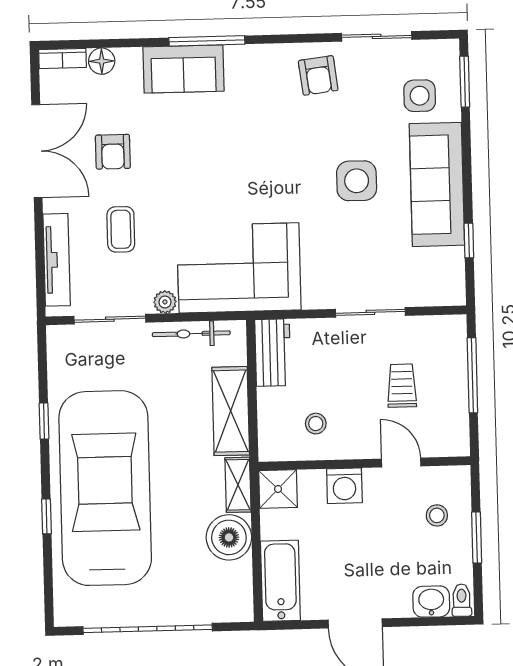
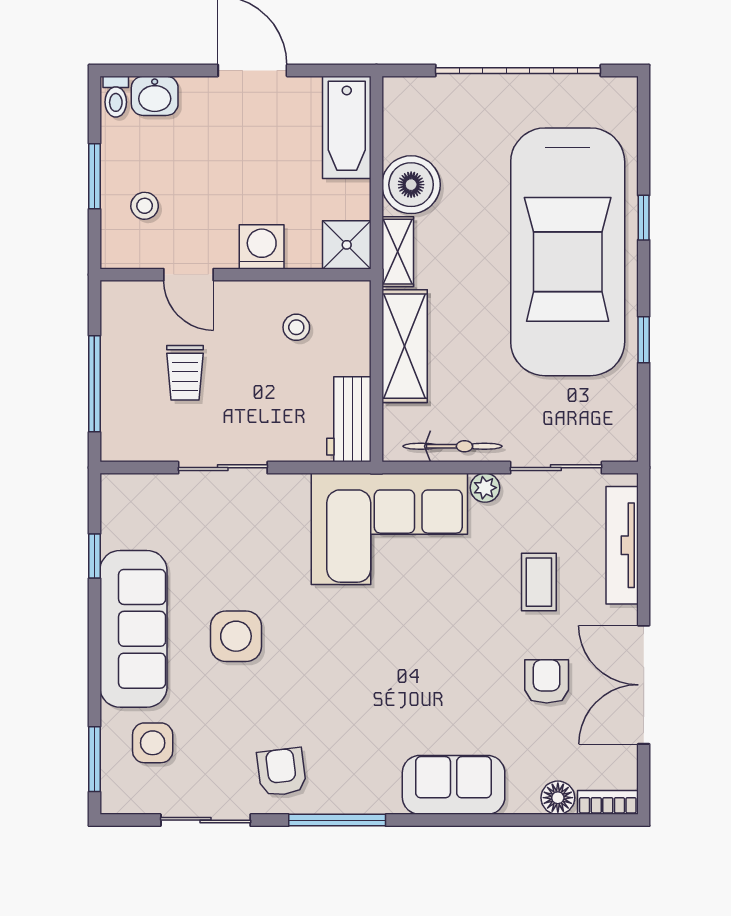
window: (207, 41) -> (337, 820), moved

